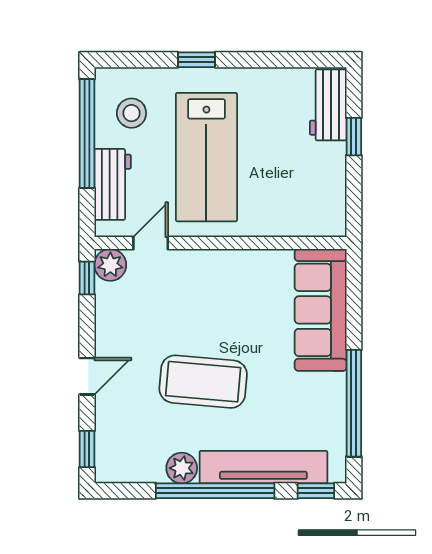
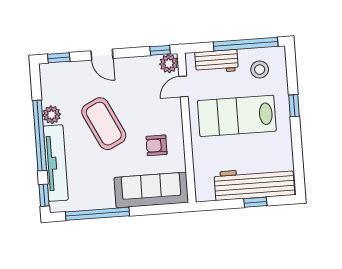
workbench: (328, 105) -> (254, 183), width x1.88, depth x1.32
door: (151, 243) -> (184, 87), swing flipped
armchair: (246, 296) -> (157, 145), added
coffee table: (203, 382) -> (104, 124), turned -31

